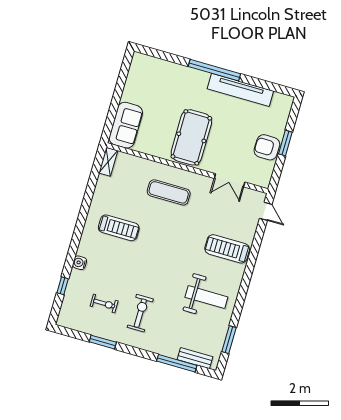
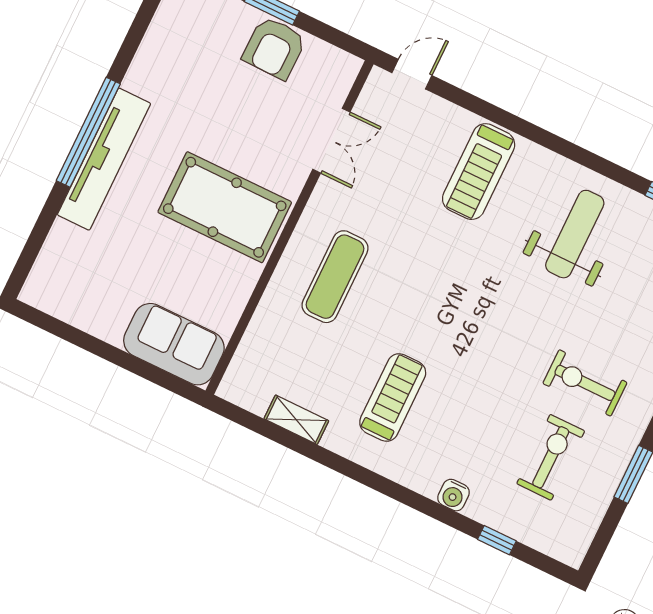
tv unit: (240, 90) -> (104, 159), moved
shelving: (108, 162) -> (296, 420), moved
exercise bike: (104, 304) -> (551, 457), width x1.38, depth x1.39

